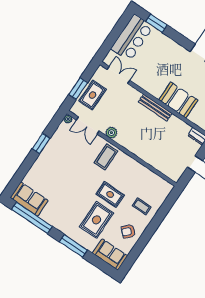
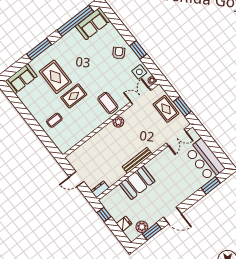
window: (78, 89) -> (182, 106), moved
plant: (111, 133) -> (118, 122), moved
side table: (63, 135) -> (139, 72), added
armchair: (128, 231) -> (119, 53), moved

